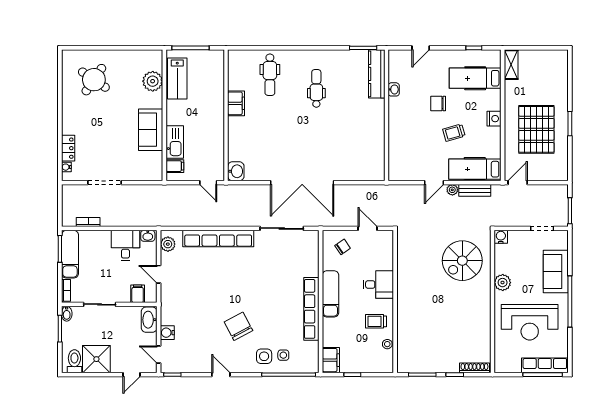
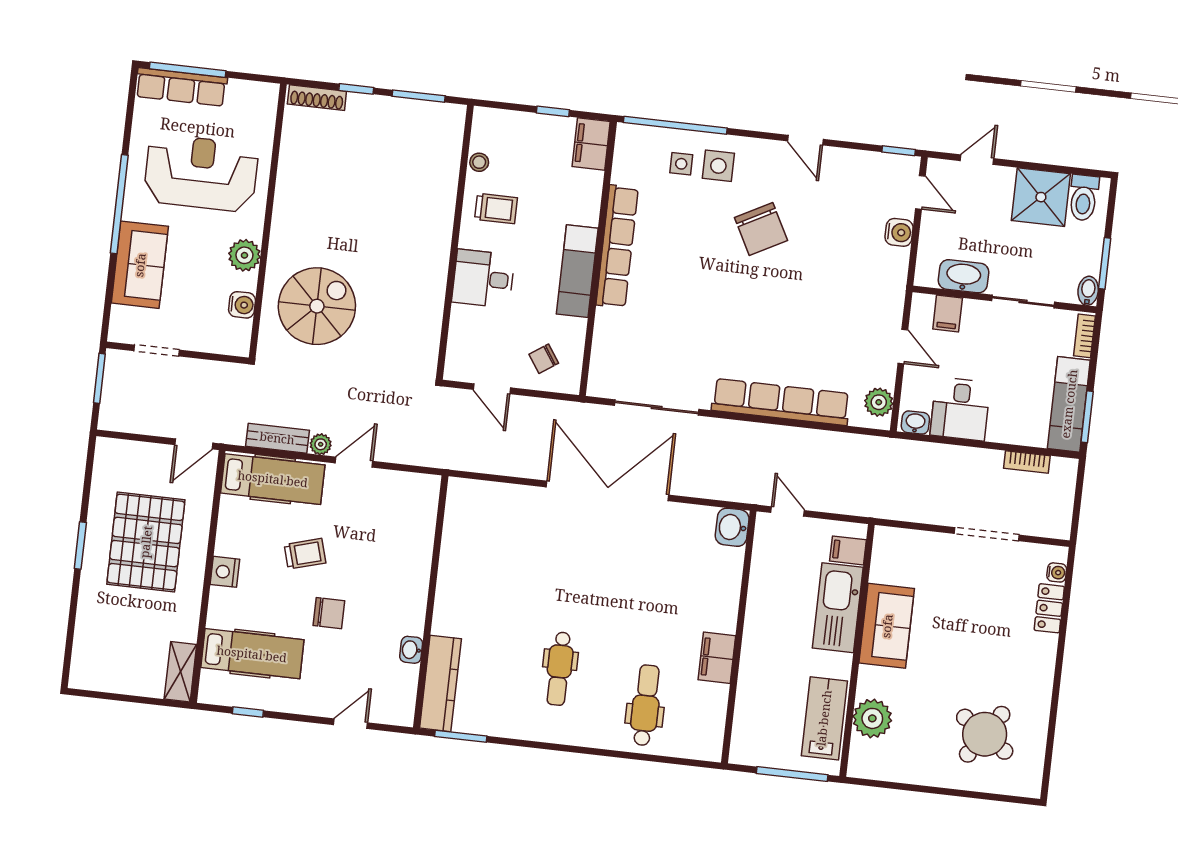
kitchen sink: (175, 142) -> (838, 608), width x1.36, depth x1.24
water cooler: (501, 237) -> (242, 305), moved, turned -90
washbasin: (149, 320) -> (964, 276), moved, turned -90

